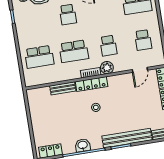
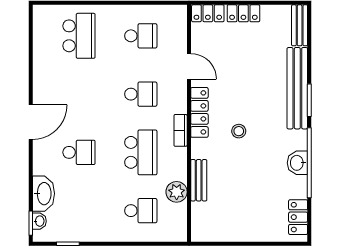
school desk: (39, 57) -> (141, 211), width x0.54
plant: (107, 68) -> (177, 192), moved
door: (140, 70) -> (189, 66), moved
locker: (92, 84) -> (199, 112), moved

